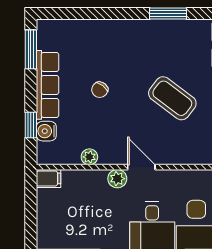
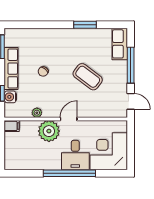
door: (141, 167) -> (69, 119), hinge flipped
plant: (117, 179) -> (49, 131), width x1.87, depth x1.87

